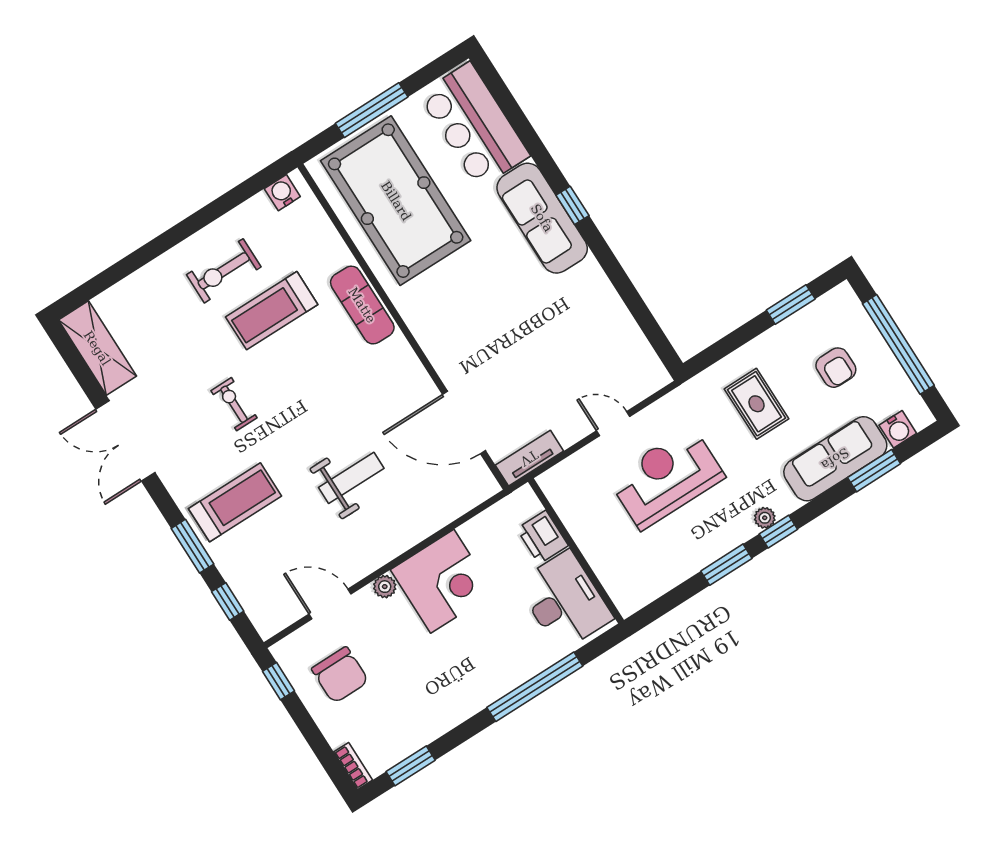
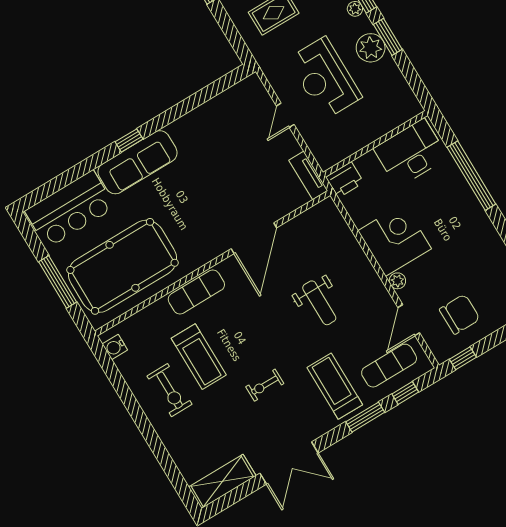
door: (464, 422) -> (254, 238), moved
weight bench: (351, 478) -> (319, 303), turned 180
printer: (542, 537) -> (345, 180), moved
plant: (711, 541) -> (371, 48), added
exercise mat: (266, 578) -> (389, 366), added

